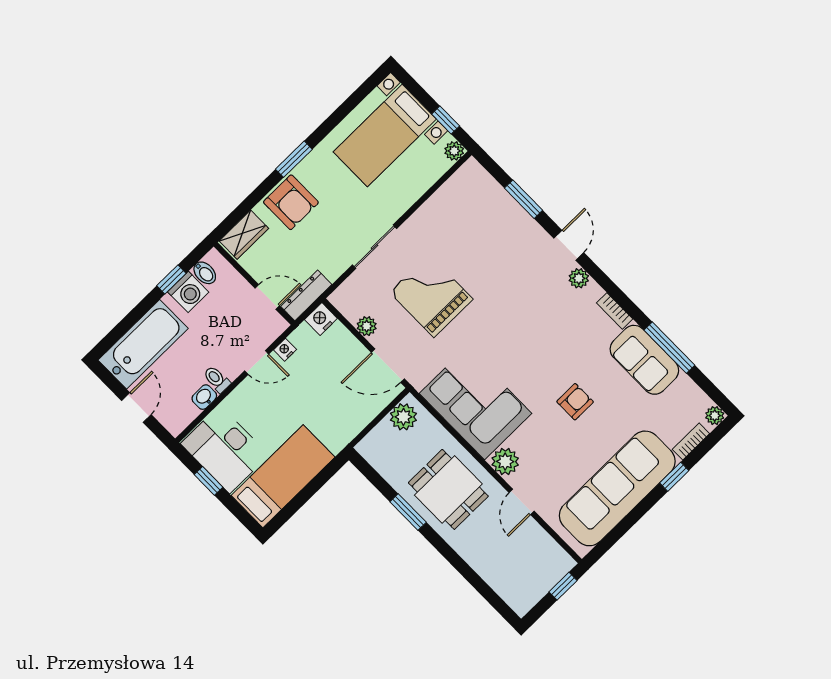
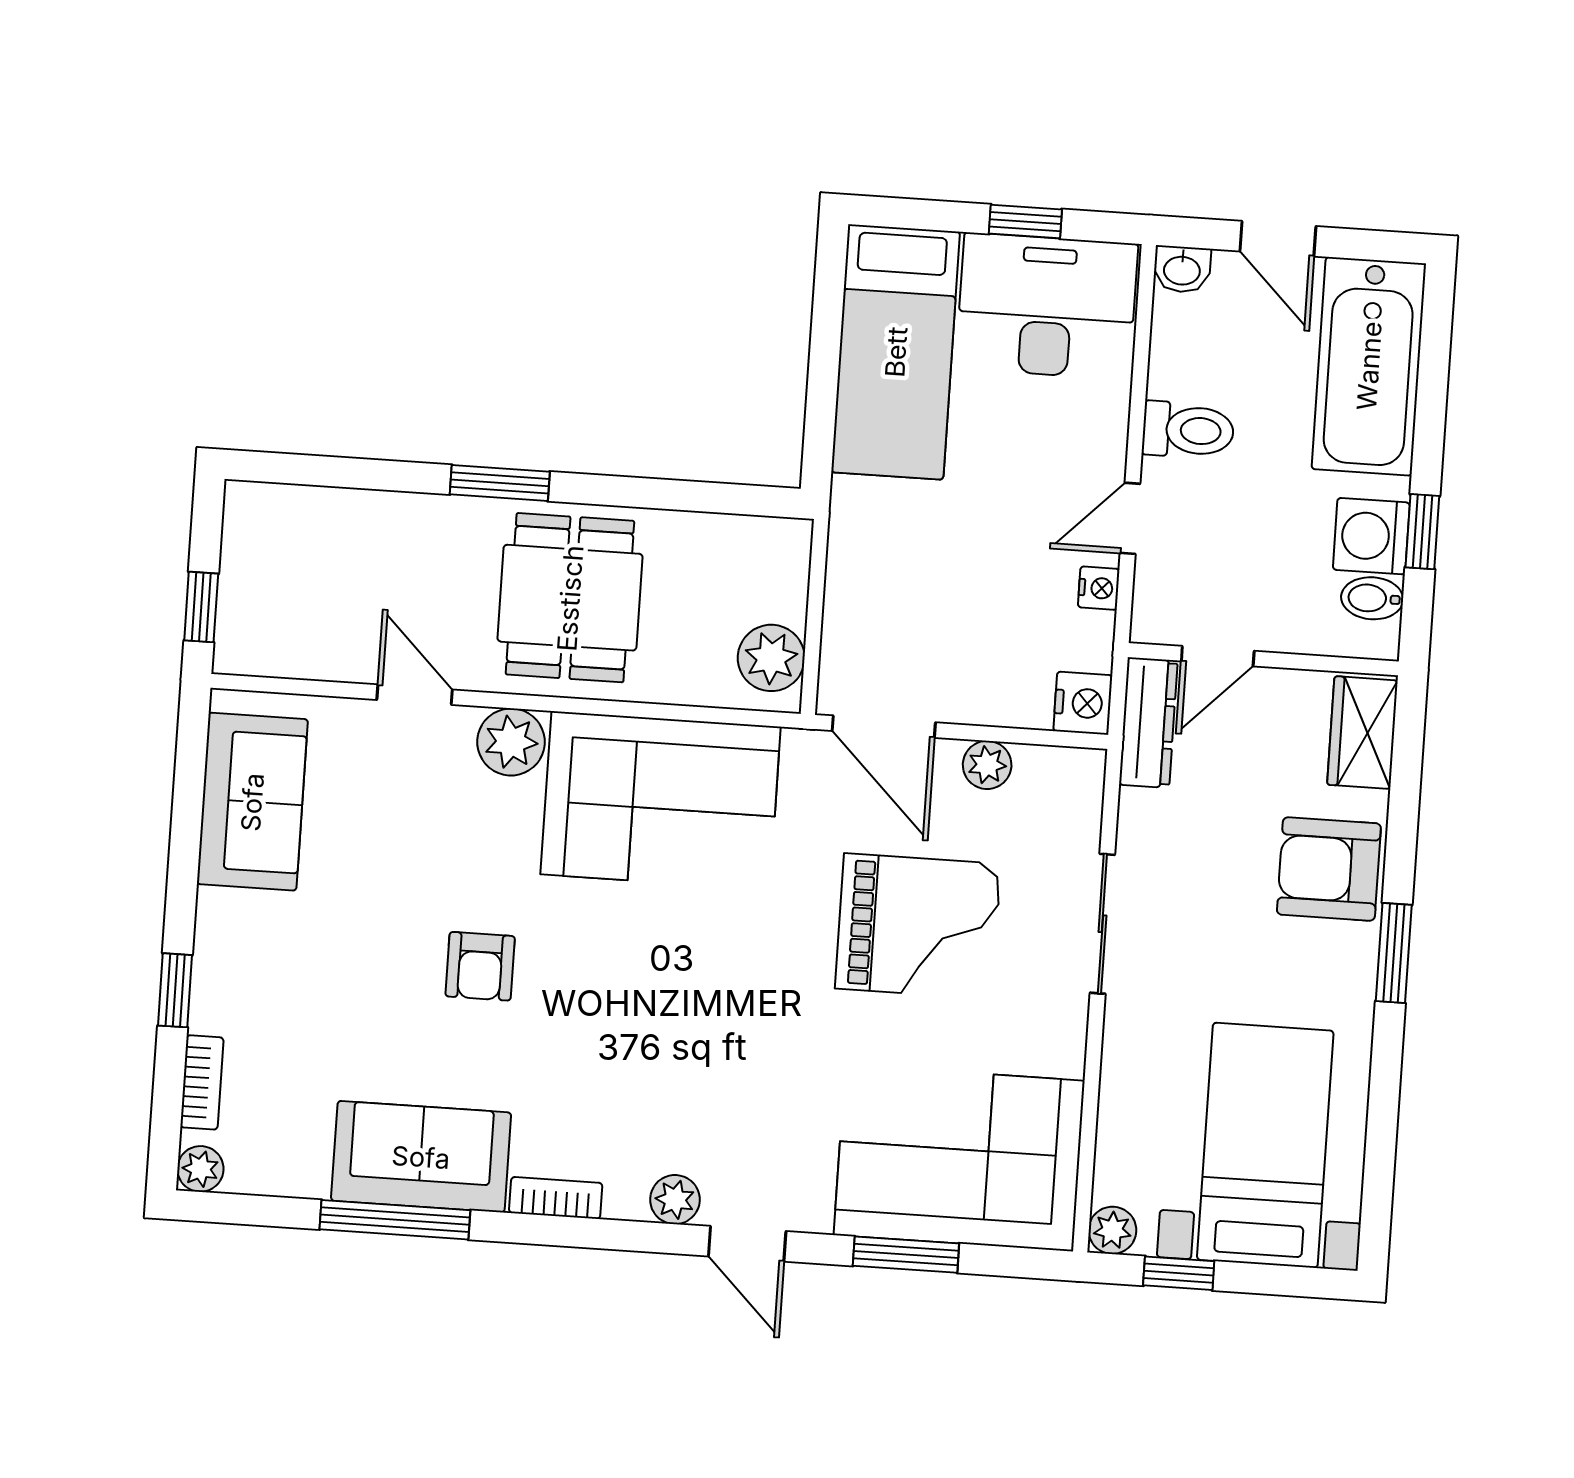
corner sofa: (481, 214) -> (959, 1158), added
door: (388, 366) -> (884, 727), swing flipped
toilet: (217, 379) -> (1188, 430), width x1.37, depth x1.39
washbasin: (204, 397) -> (1182, 269), moved, turned 90
sofa: (617, 488) -> (252, 802), width x0.54, depth x0.79
dining table: (448, 489) -> (570, 598), turned 90
window: (408, 512) -> (500, 483), moved

